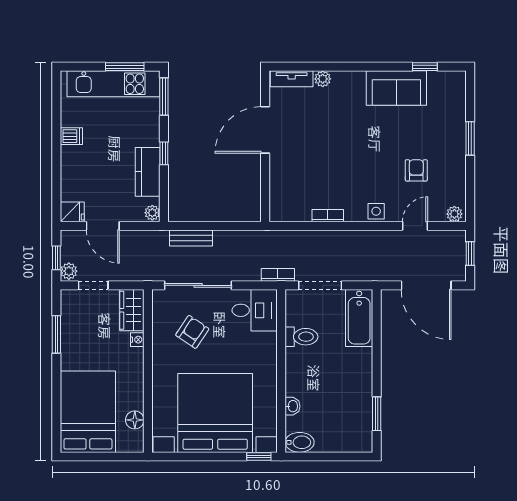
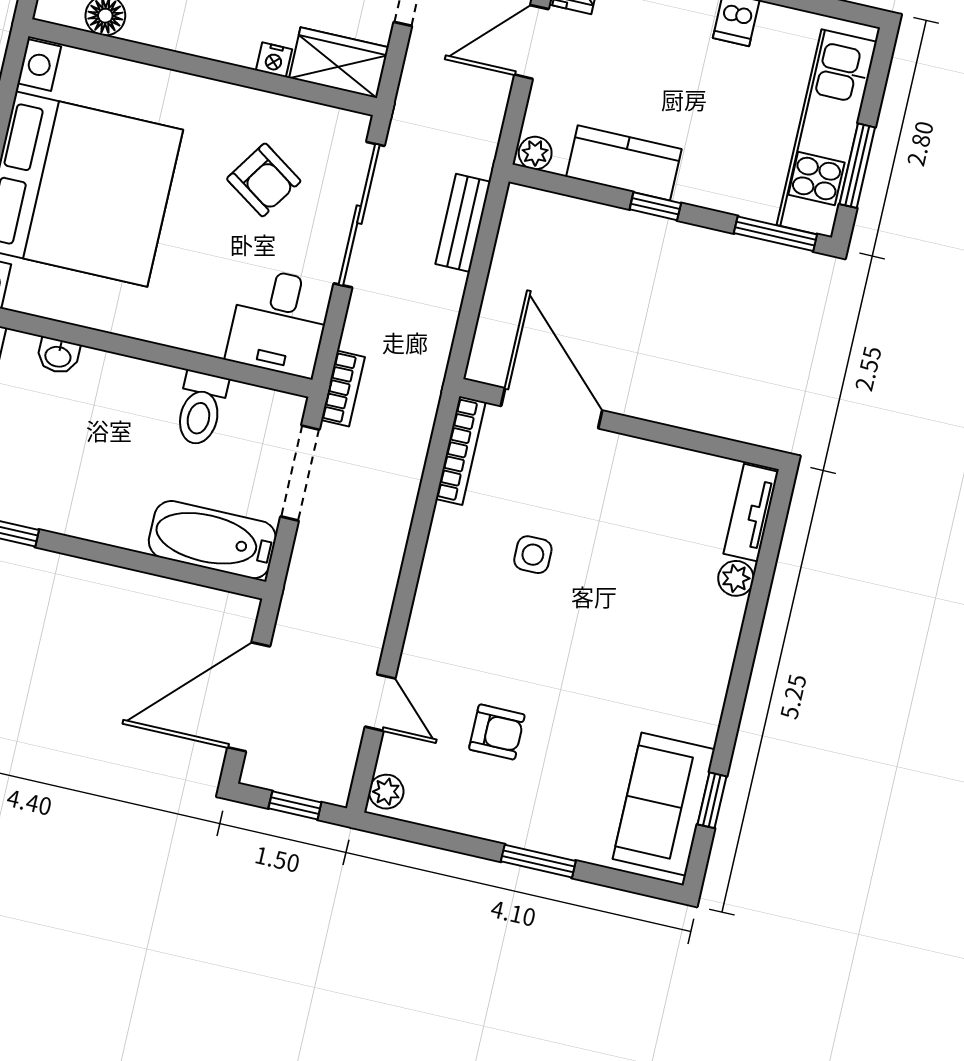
sofa: (396, 88) -> (664, 804), moved
door: (265, 130) -> (552, 408), moved
side table: (376, 211) -> (533, 555), moved
bookcase: (328, 216) -> (461, 451), moved, width x1.56

